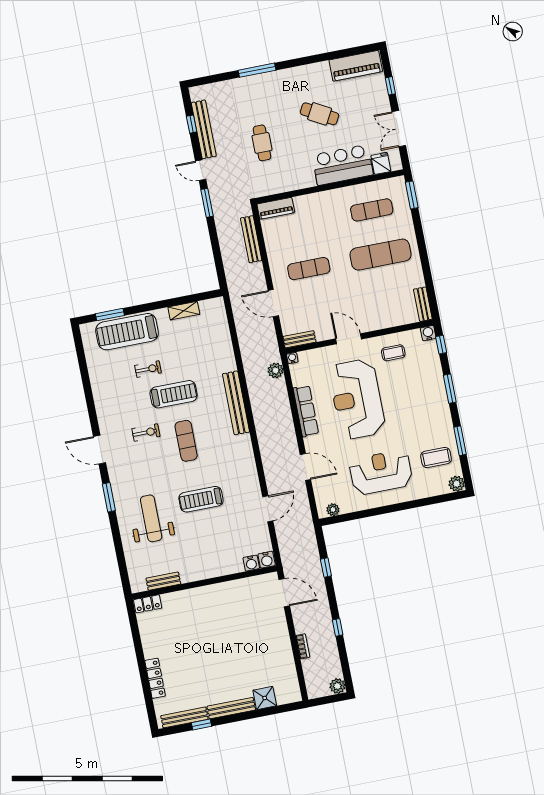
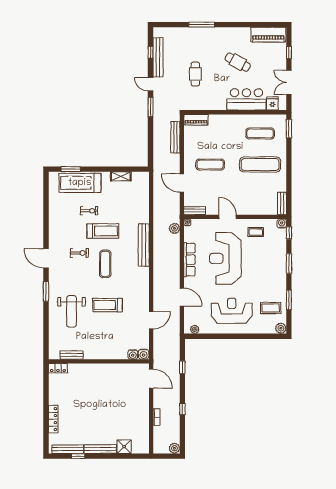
weight bench: (151, 518) -> (72, 311), turned 180

